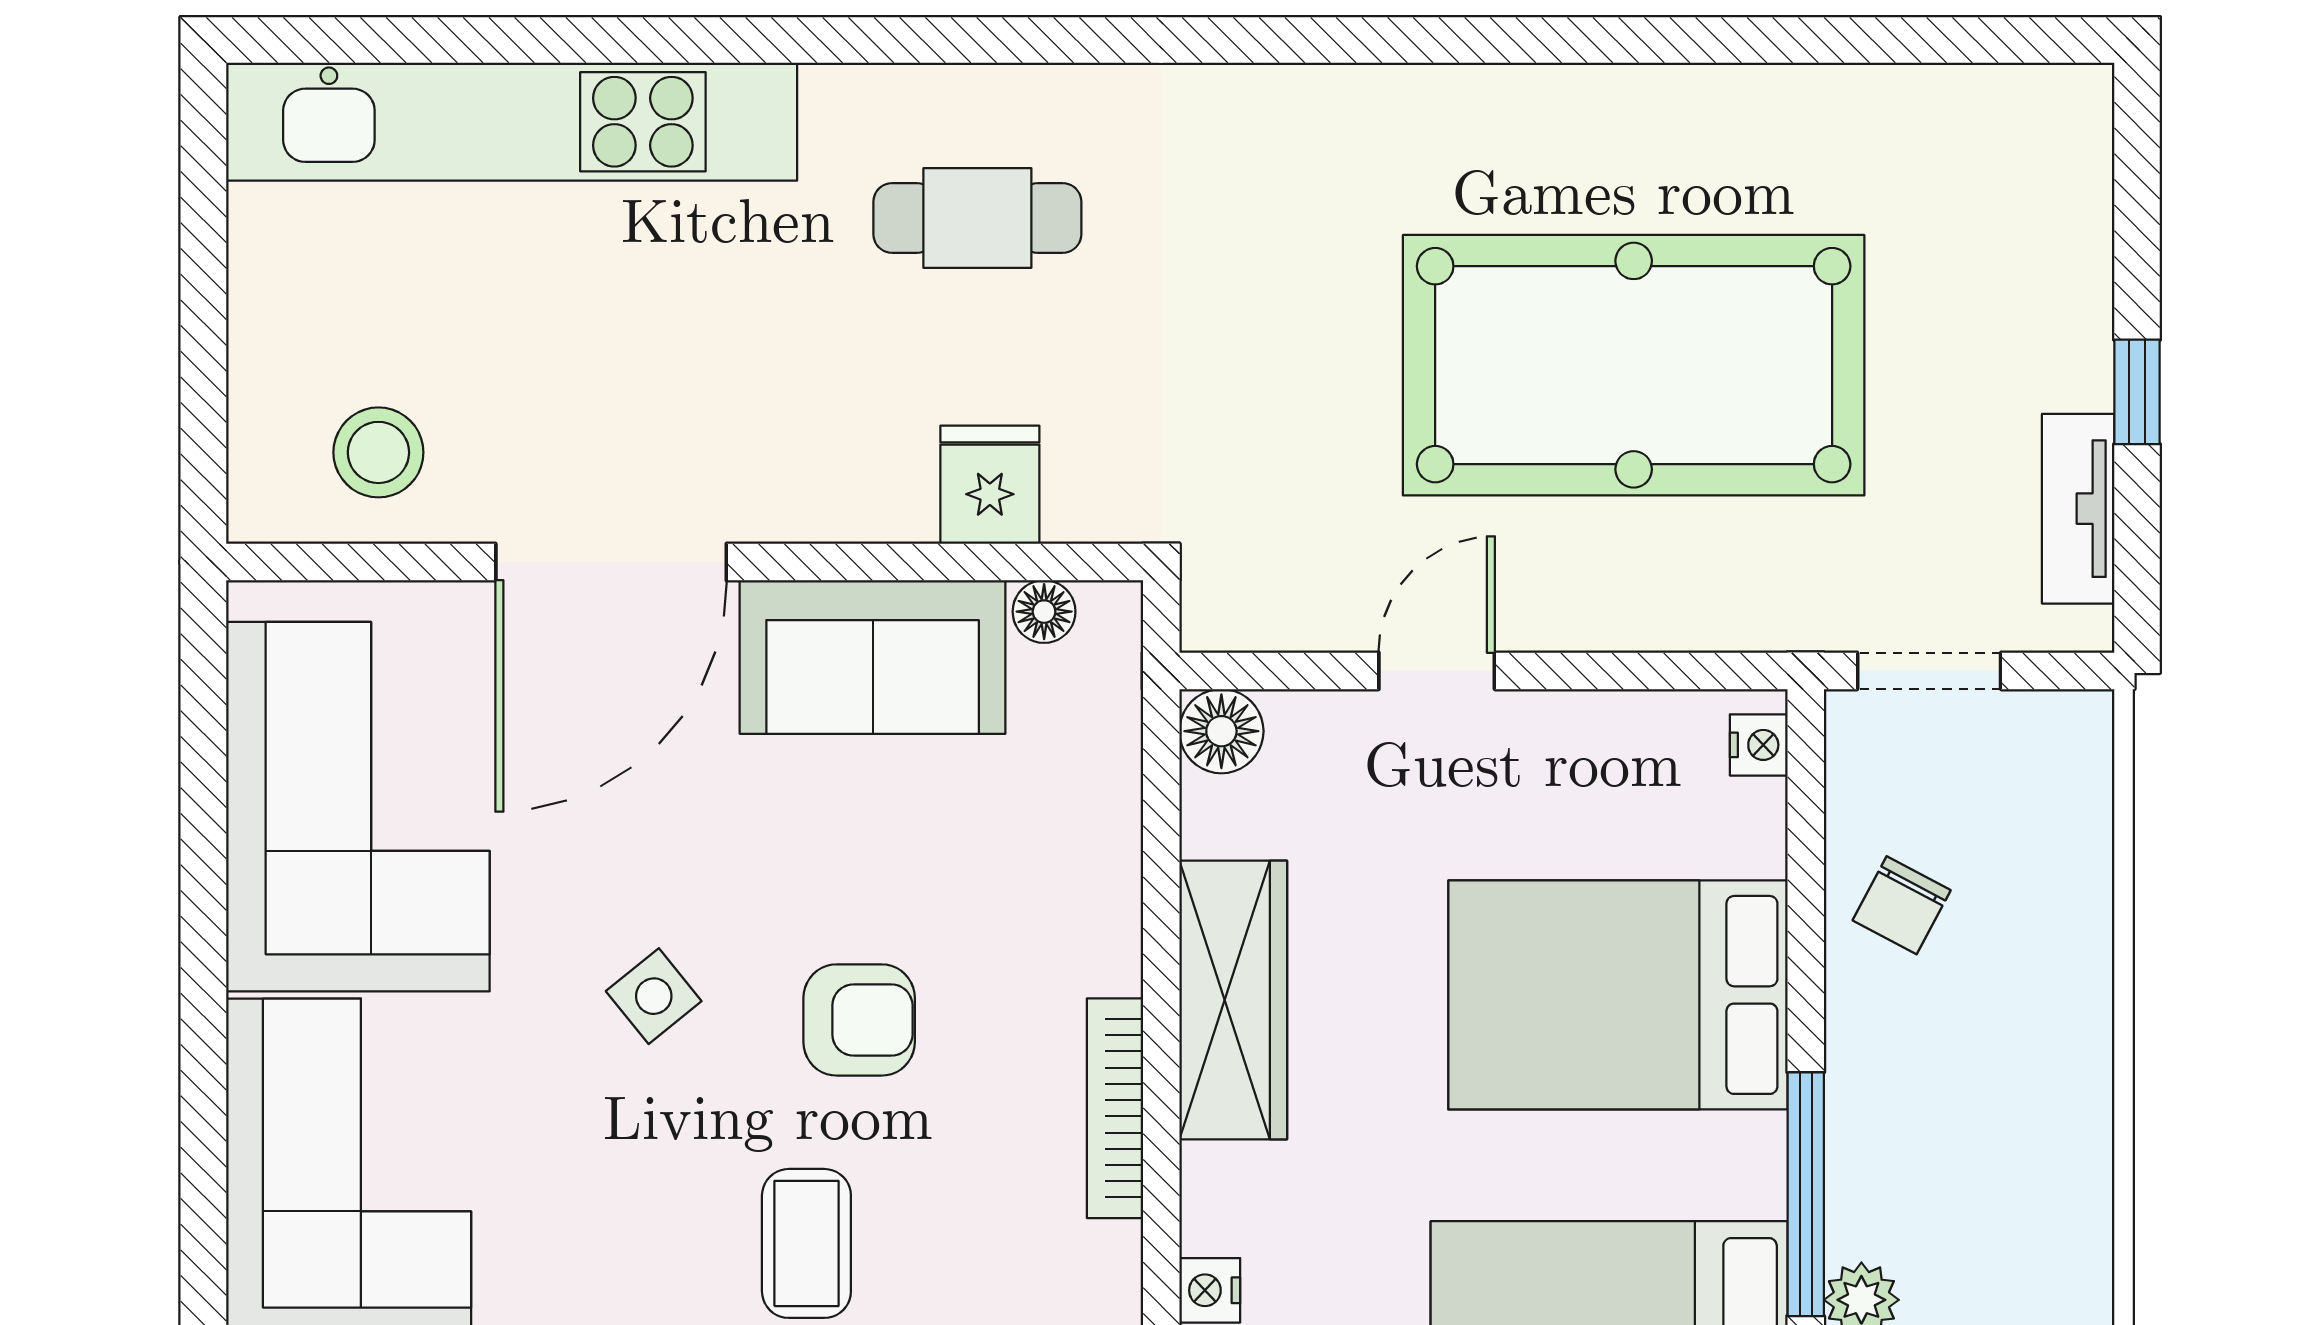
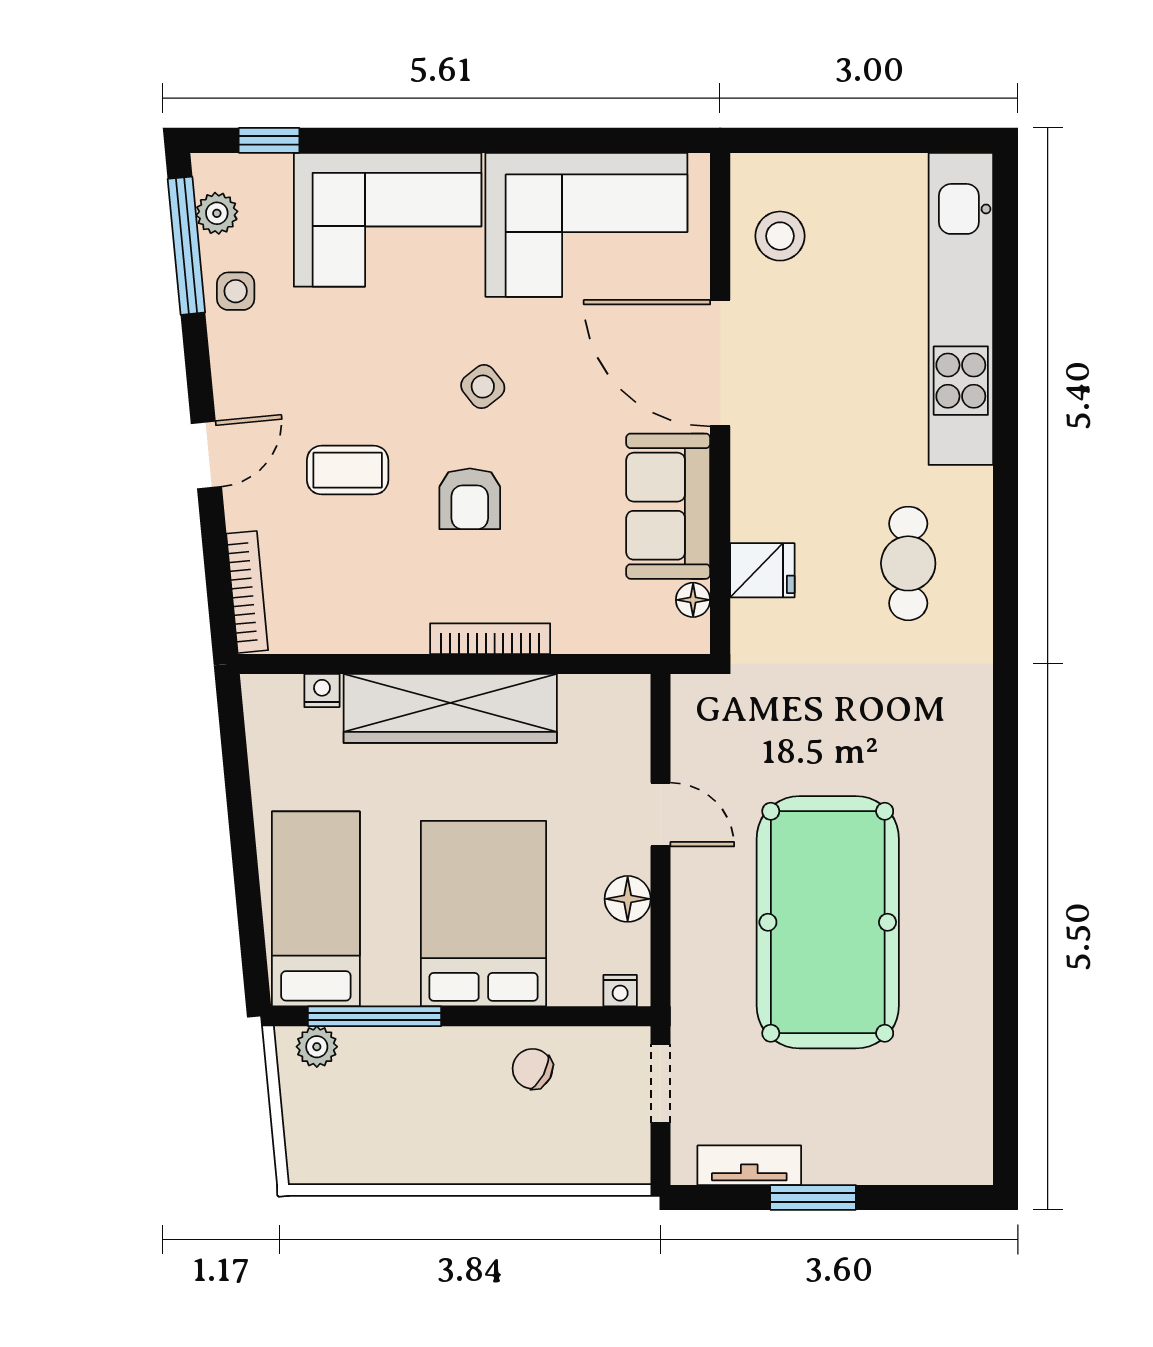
window: (2137, 392) -> (813, 1197), width x1.50
floor lamp: (1221, 731) -> (628, 899), moved
wardrobe: (1233, 1000) -> (450, 708), width x1.40, depth x1.17
bookcase: (1115, 1108) -> (490, 639), moved

